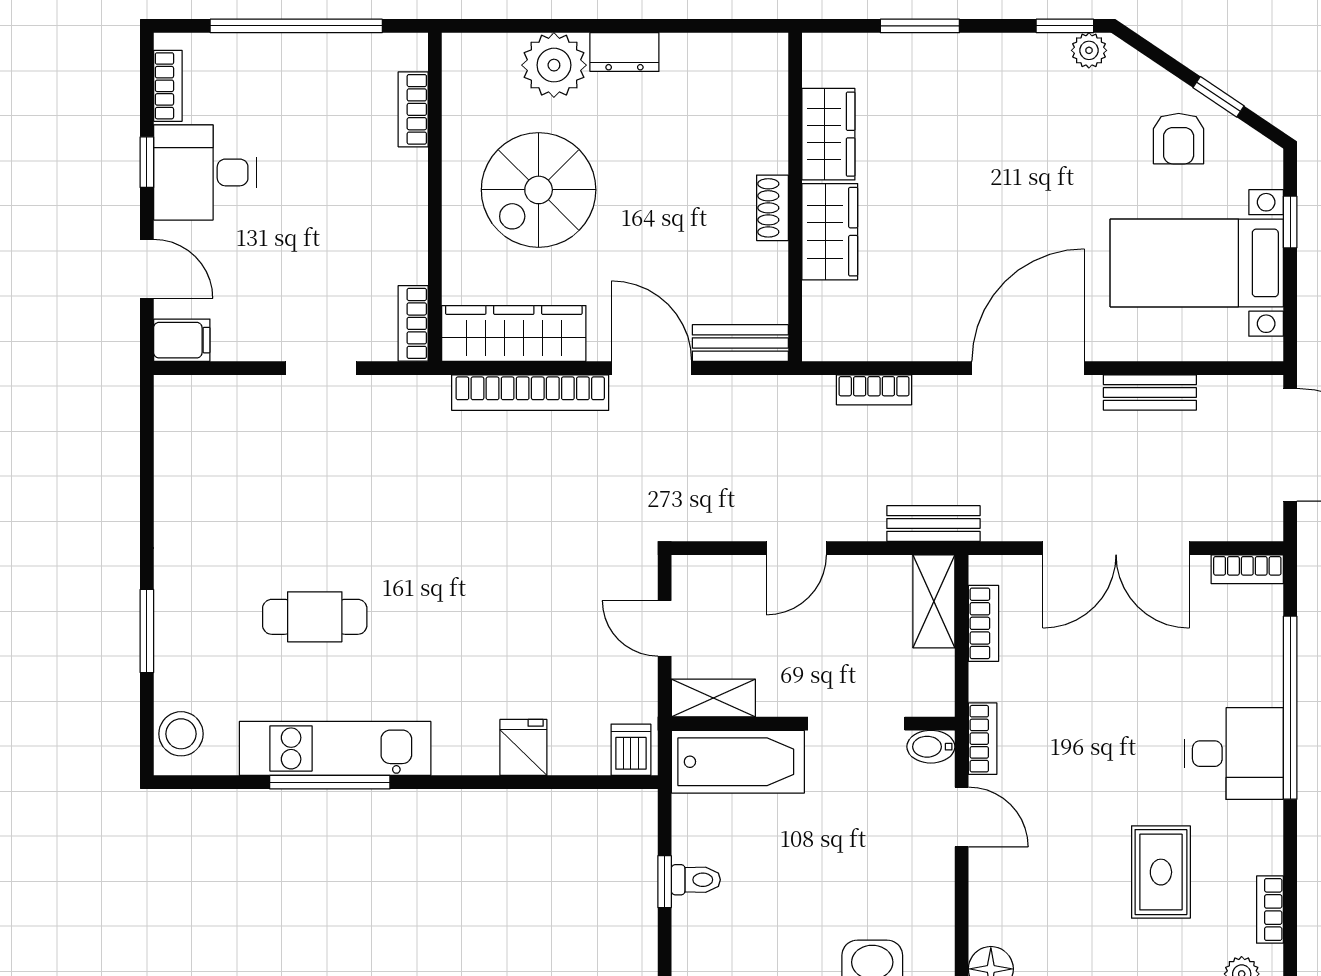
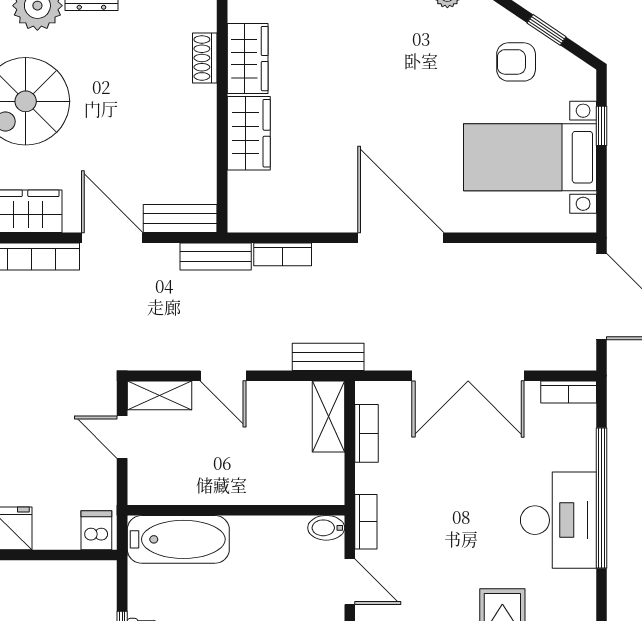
armchair: (1179, 139) -> (516, 62), turned 90
shoe rack: (772, 208) -> (205, 58), moved
door: (1028, 368) -> (401, 238), hinge flipped
bench: (1150, 392) -> (216, 256), moved
door: (796, 548) -> (223, 376), hinge flipped
shelving: (713, 698) -> (159, 395), moved
doorway: (856, 724) -> (269, 510), removed
desk: (1234, 754) -> (558, 520), width x1.37

